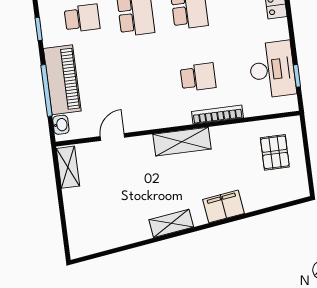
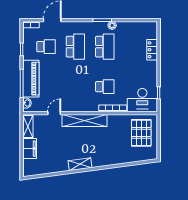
desk: (272, 70) -> (142, 100), moved, turned 90
shelving: (182, 142) -> (84, 121), width x1.47
pallet: (275, 152) -> (141, 133), width x1.50, depth x1.42
filing cabinet: (223, 206) -> (30, 149), moved, turned 98

